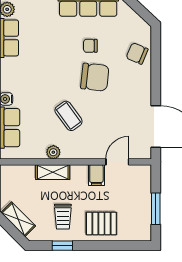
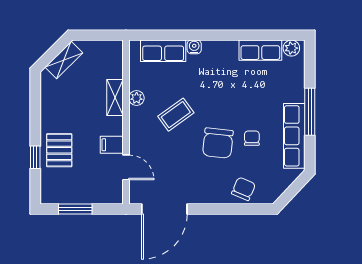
trolley: (63, 217) -> (67, 108), removed
window: (62, 246) -> (35, 157), moved

